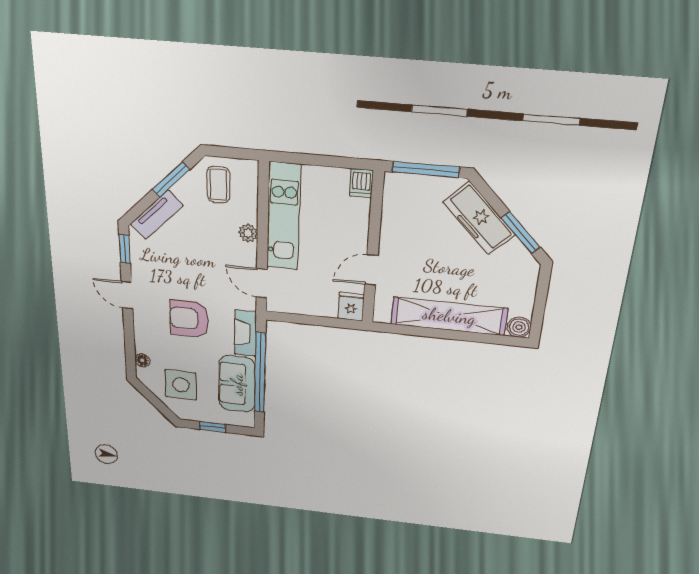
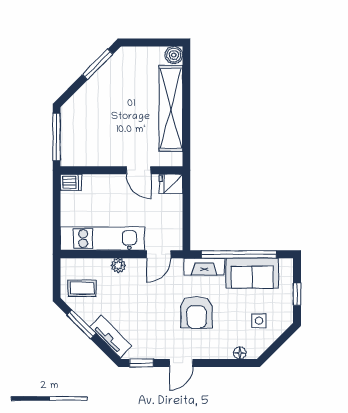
freezer: (479, 218) -> (90, 95), removed
side table: (181, 385) -> (259, 321), width x0.54, depth x0.54

